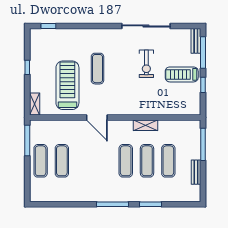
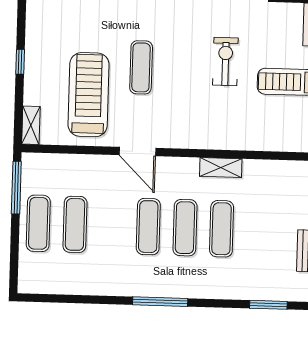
exercise bike: (146, 64) -> (225, 62), turned 180
exercise mat: (168, 161) -> (148, 227), moved
window: (150, 204) -> (268, 305), moved

